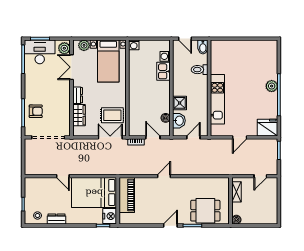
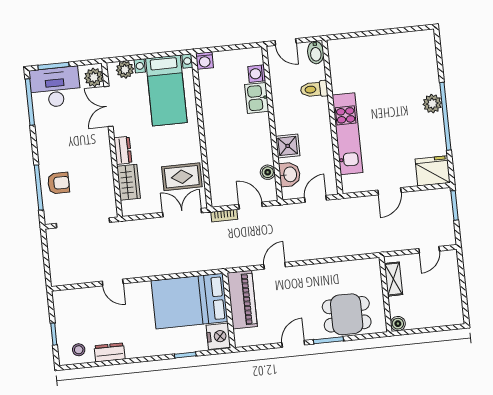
bed: (94, 193) -> (189, 301), moved
piano: (127, 195) -> (242, 300), moved
wall: (118, 201) -> (229, 310), moved
nightstand: (110, 216) -> (218, 336), moved

